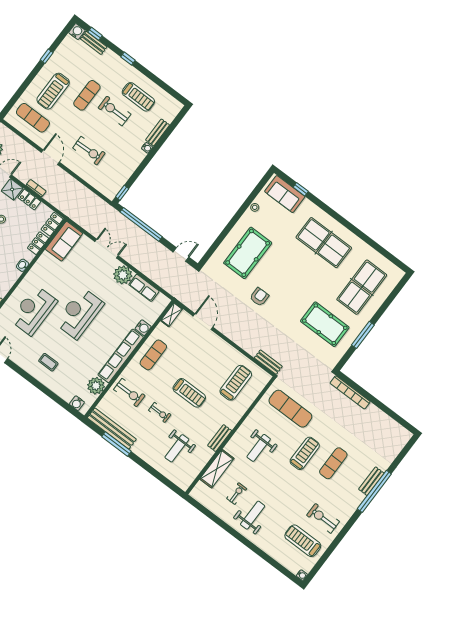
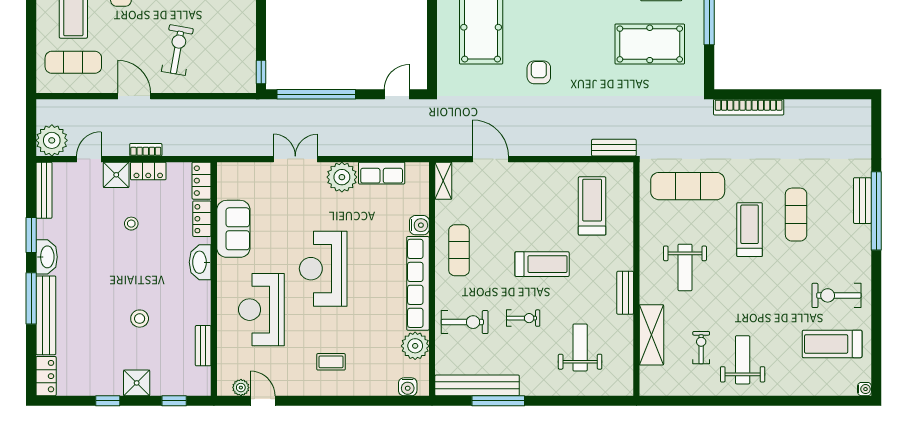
exercise bike: (89, 151) -> (177, 50), turned -78
sofa: (64, 241) -> (233, 229), moved
washbasin: (23, 265) -> (200, 262), width x1.91, depth x1.45
weight bench: (177, 448) -> (580, 347), turned 180

